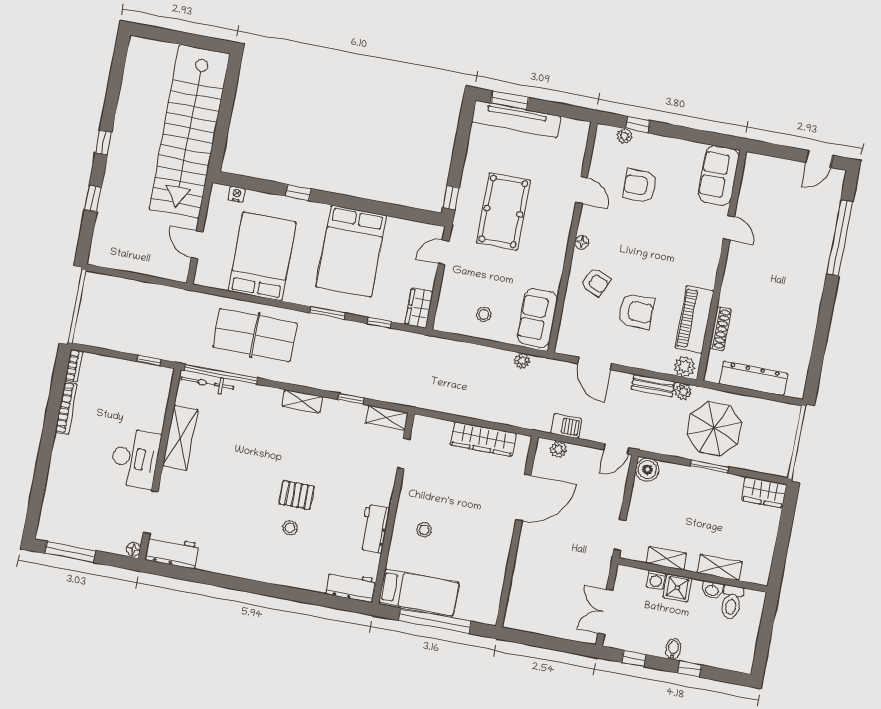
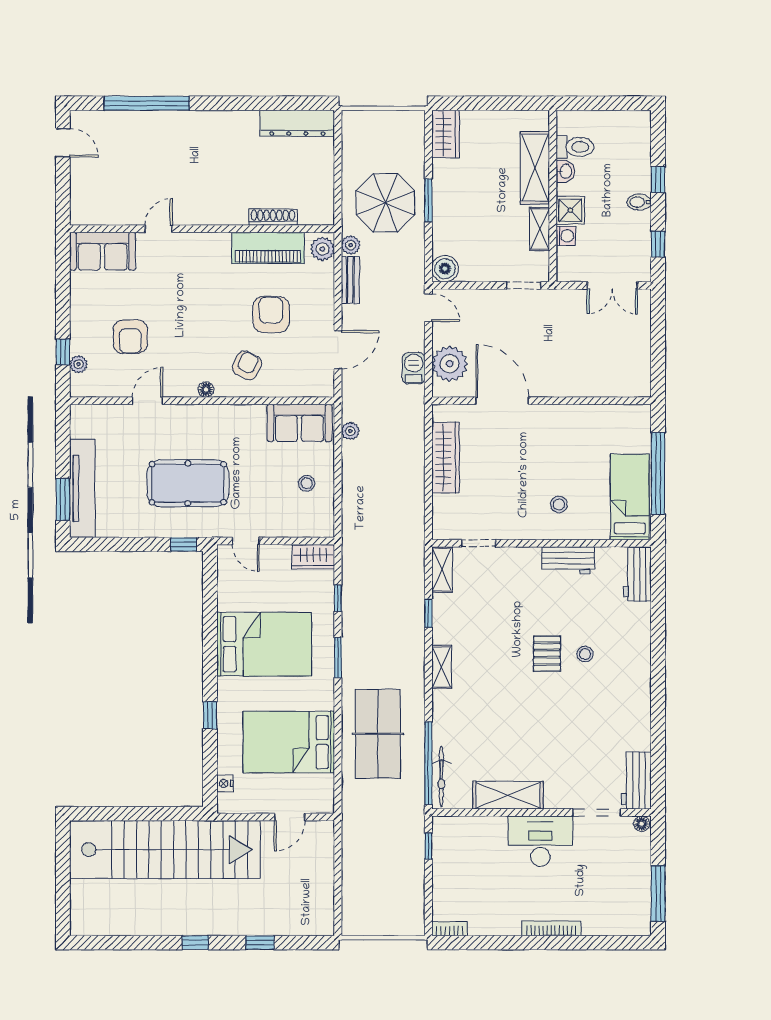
dresser: (753, 378) -> (297, 123), moved, turned -90
bookcase: (66, 408) -> (551, 928), moved
plant: (558, 449) -> (450, 364), width x1.87, depth x1.87
shelving: (720, 567) -> (535, 168), width x1.50, depth x1.33

